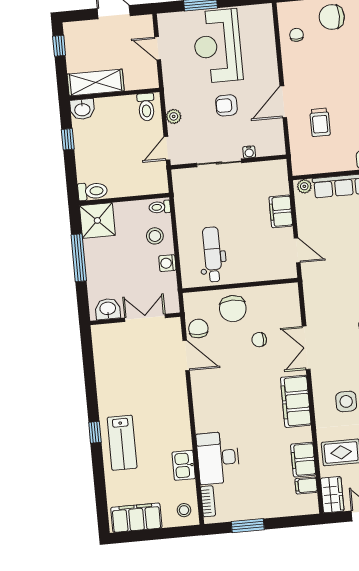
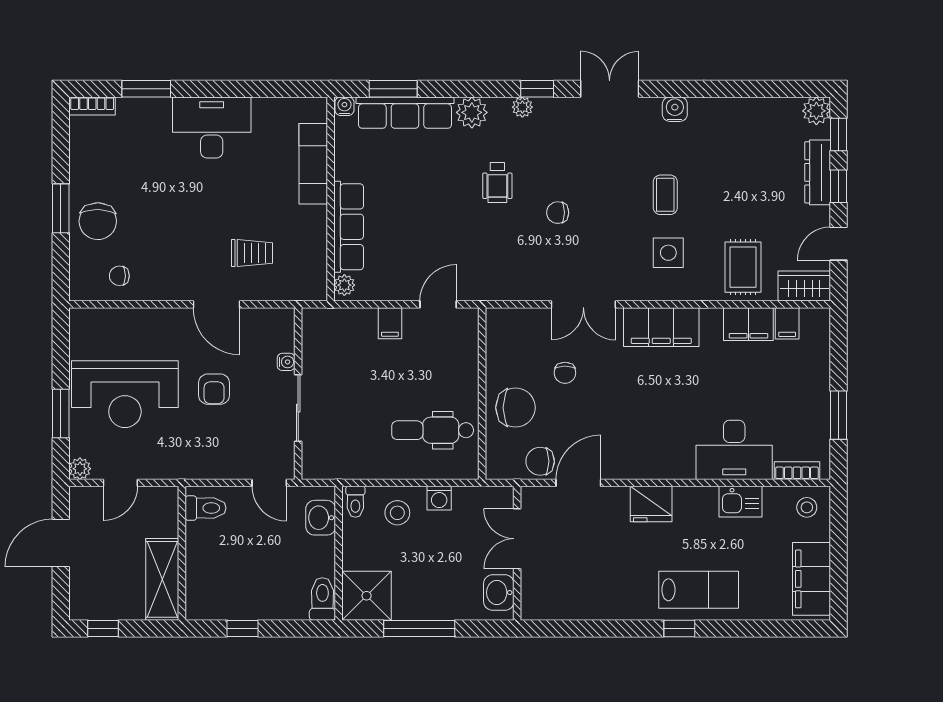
washbasin: (82, 109) -> (321, 518), moved, turned 180
plant: (174, 116) -> (80, 469), moved
filing cabinet: (281, 211) -> (390, 323), width x0.50
fridge: (177, 405) -> (651, 504), added

